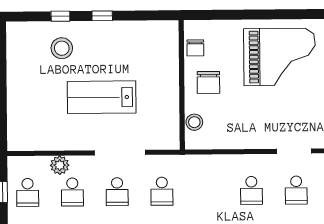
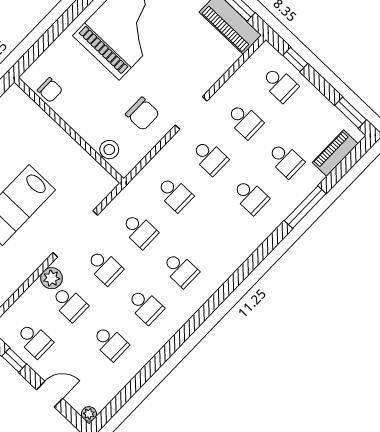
chair: (208, 82) -> (142, 114), moved
doorway: (294, 151) -> (191, 113), moved
plant: (60, 165) -> (51, 278), moved
school desk: (207, 191) -> (175, 194), added

